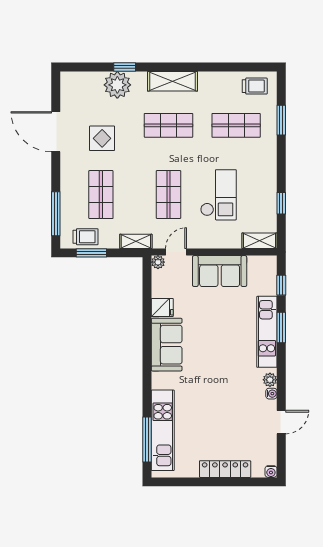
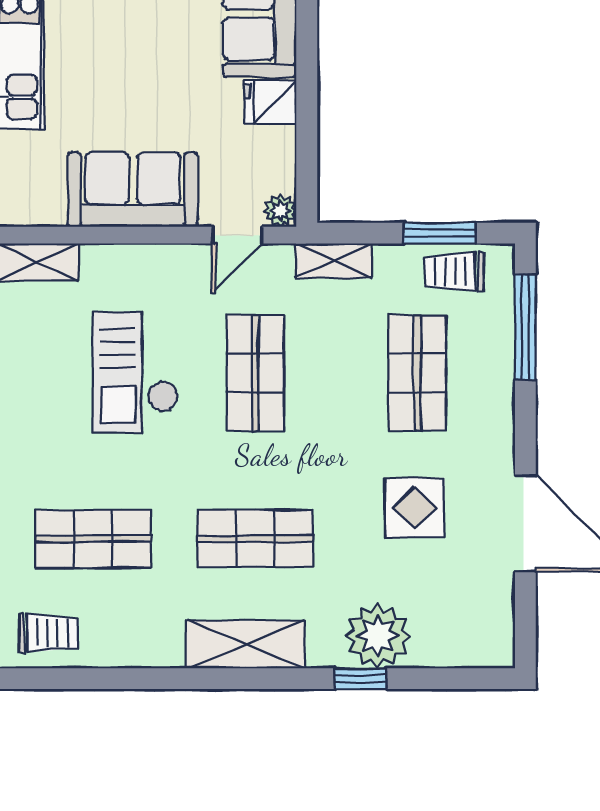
trolley: (255, 86) -> (49, 633), turned 180

